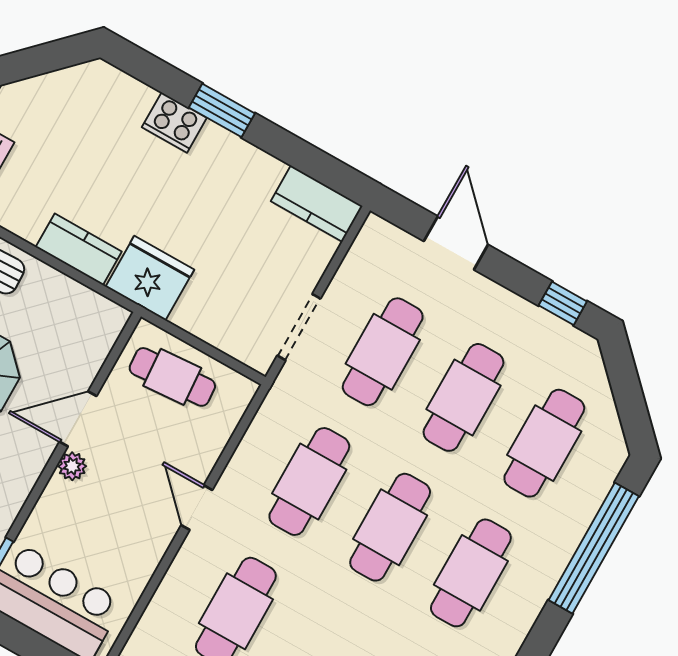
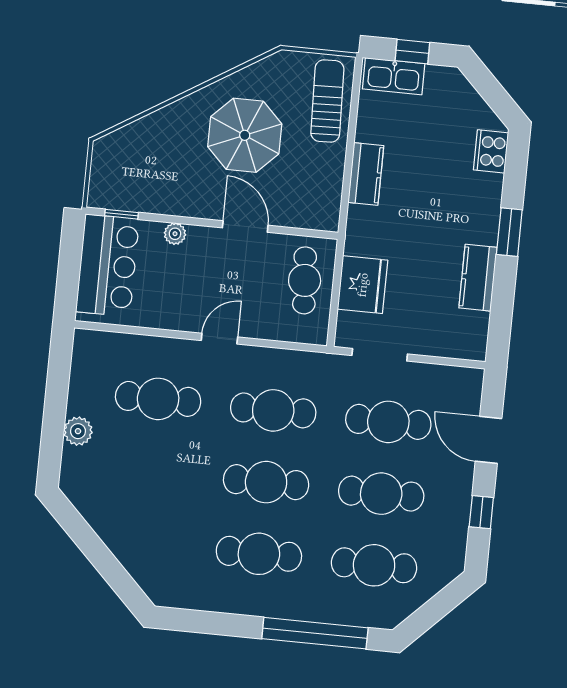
cooker: (174, 122) -> (491, 151), moved
kitchen counter: (317, 204) -> (478, 278), moved
door: (456, 243) -> (489, 440), swing flipped
fridge: (150, 278) -> (363, 285), moved
window: (563, 303) -> (481, 512), moved
plant: (72, 466) -> (175, 234), moved

